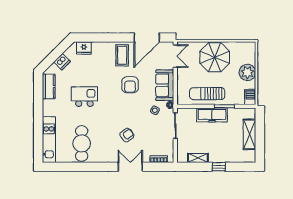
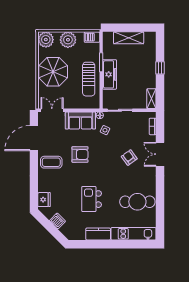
door: (147, 38) -> (34, 138), swing flipped
plant: (248, 50) -> (46, 40), added
kitchen counter: (49, 86) -> (98, 234), moved
shelving: (198, 158) -> (151, 99), moved

